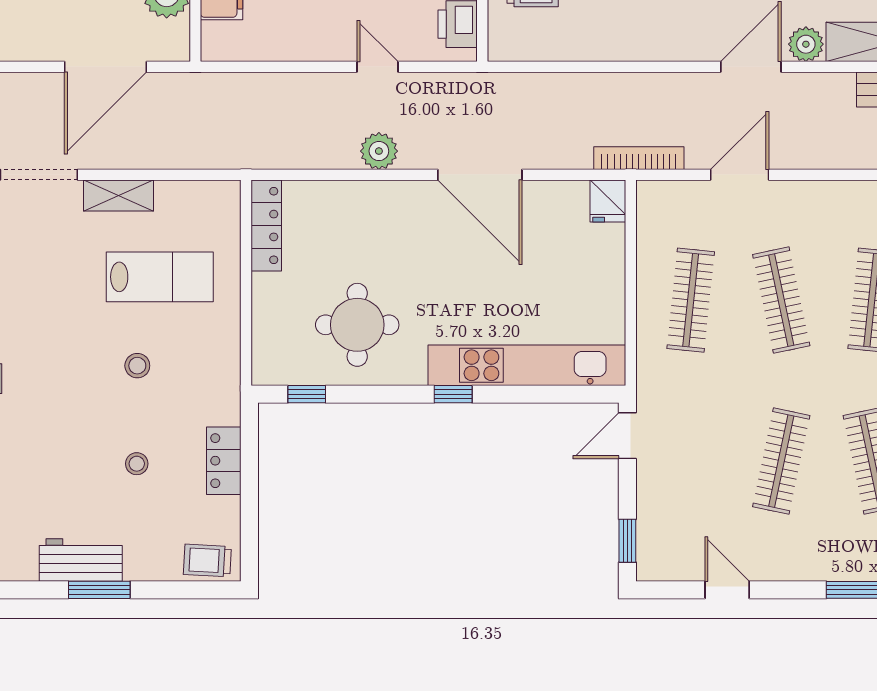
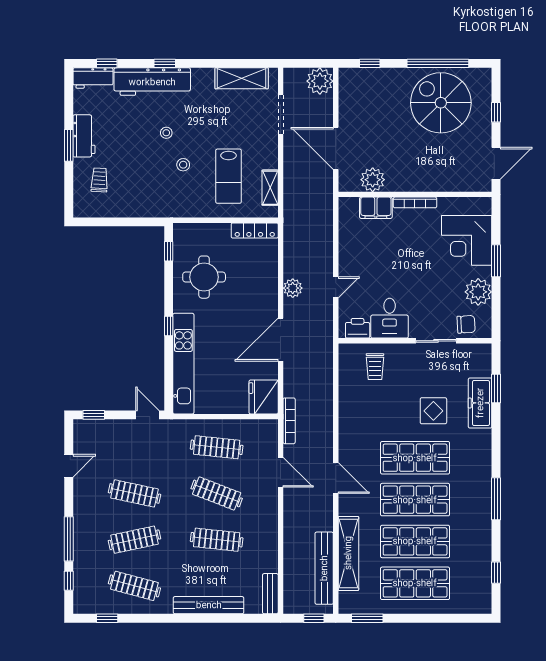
plant: (806, 44) -> (347, 506), removed
shelving: (118, 195) -> (270, 188), moved
fridge: (608, 201) -> (264, 397), width x1.88, depth x1.34
clothes rail: (781, 300) -> (217, 493), turned 33
locker: (224, 461) -> (135, 209), removed
stool: (137, 464) -> (166, 133), moved
trolley: (207, 560) -> (99, 180), moved

